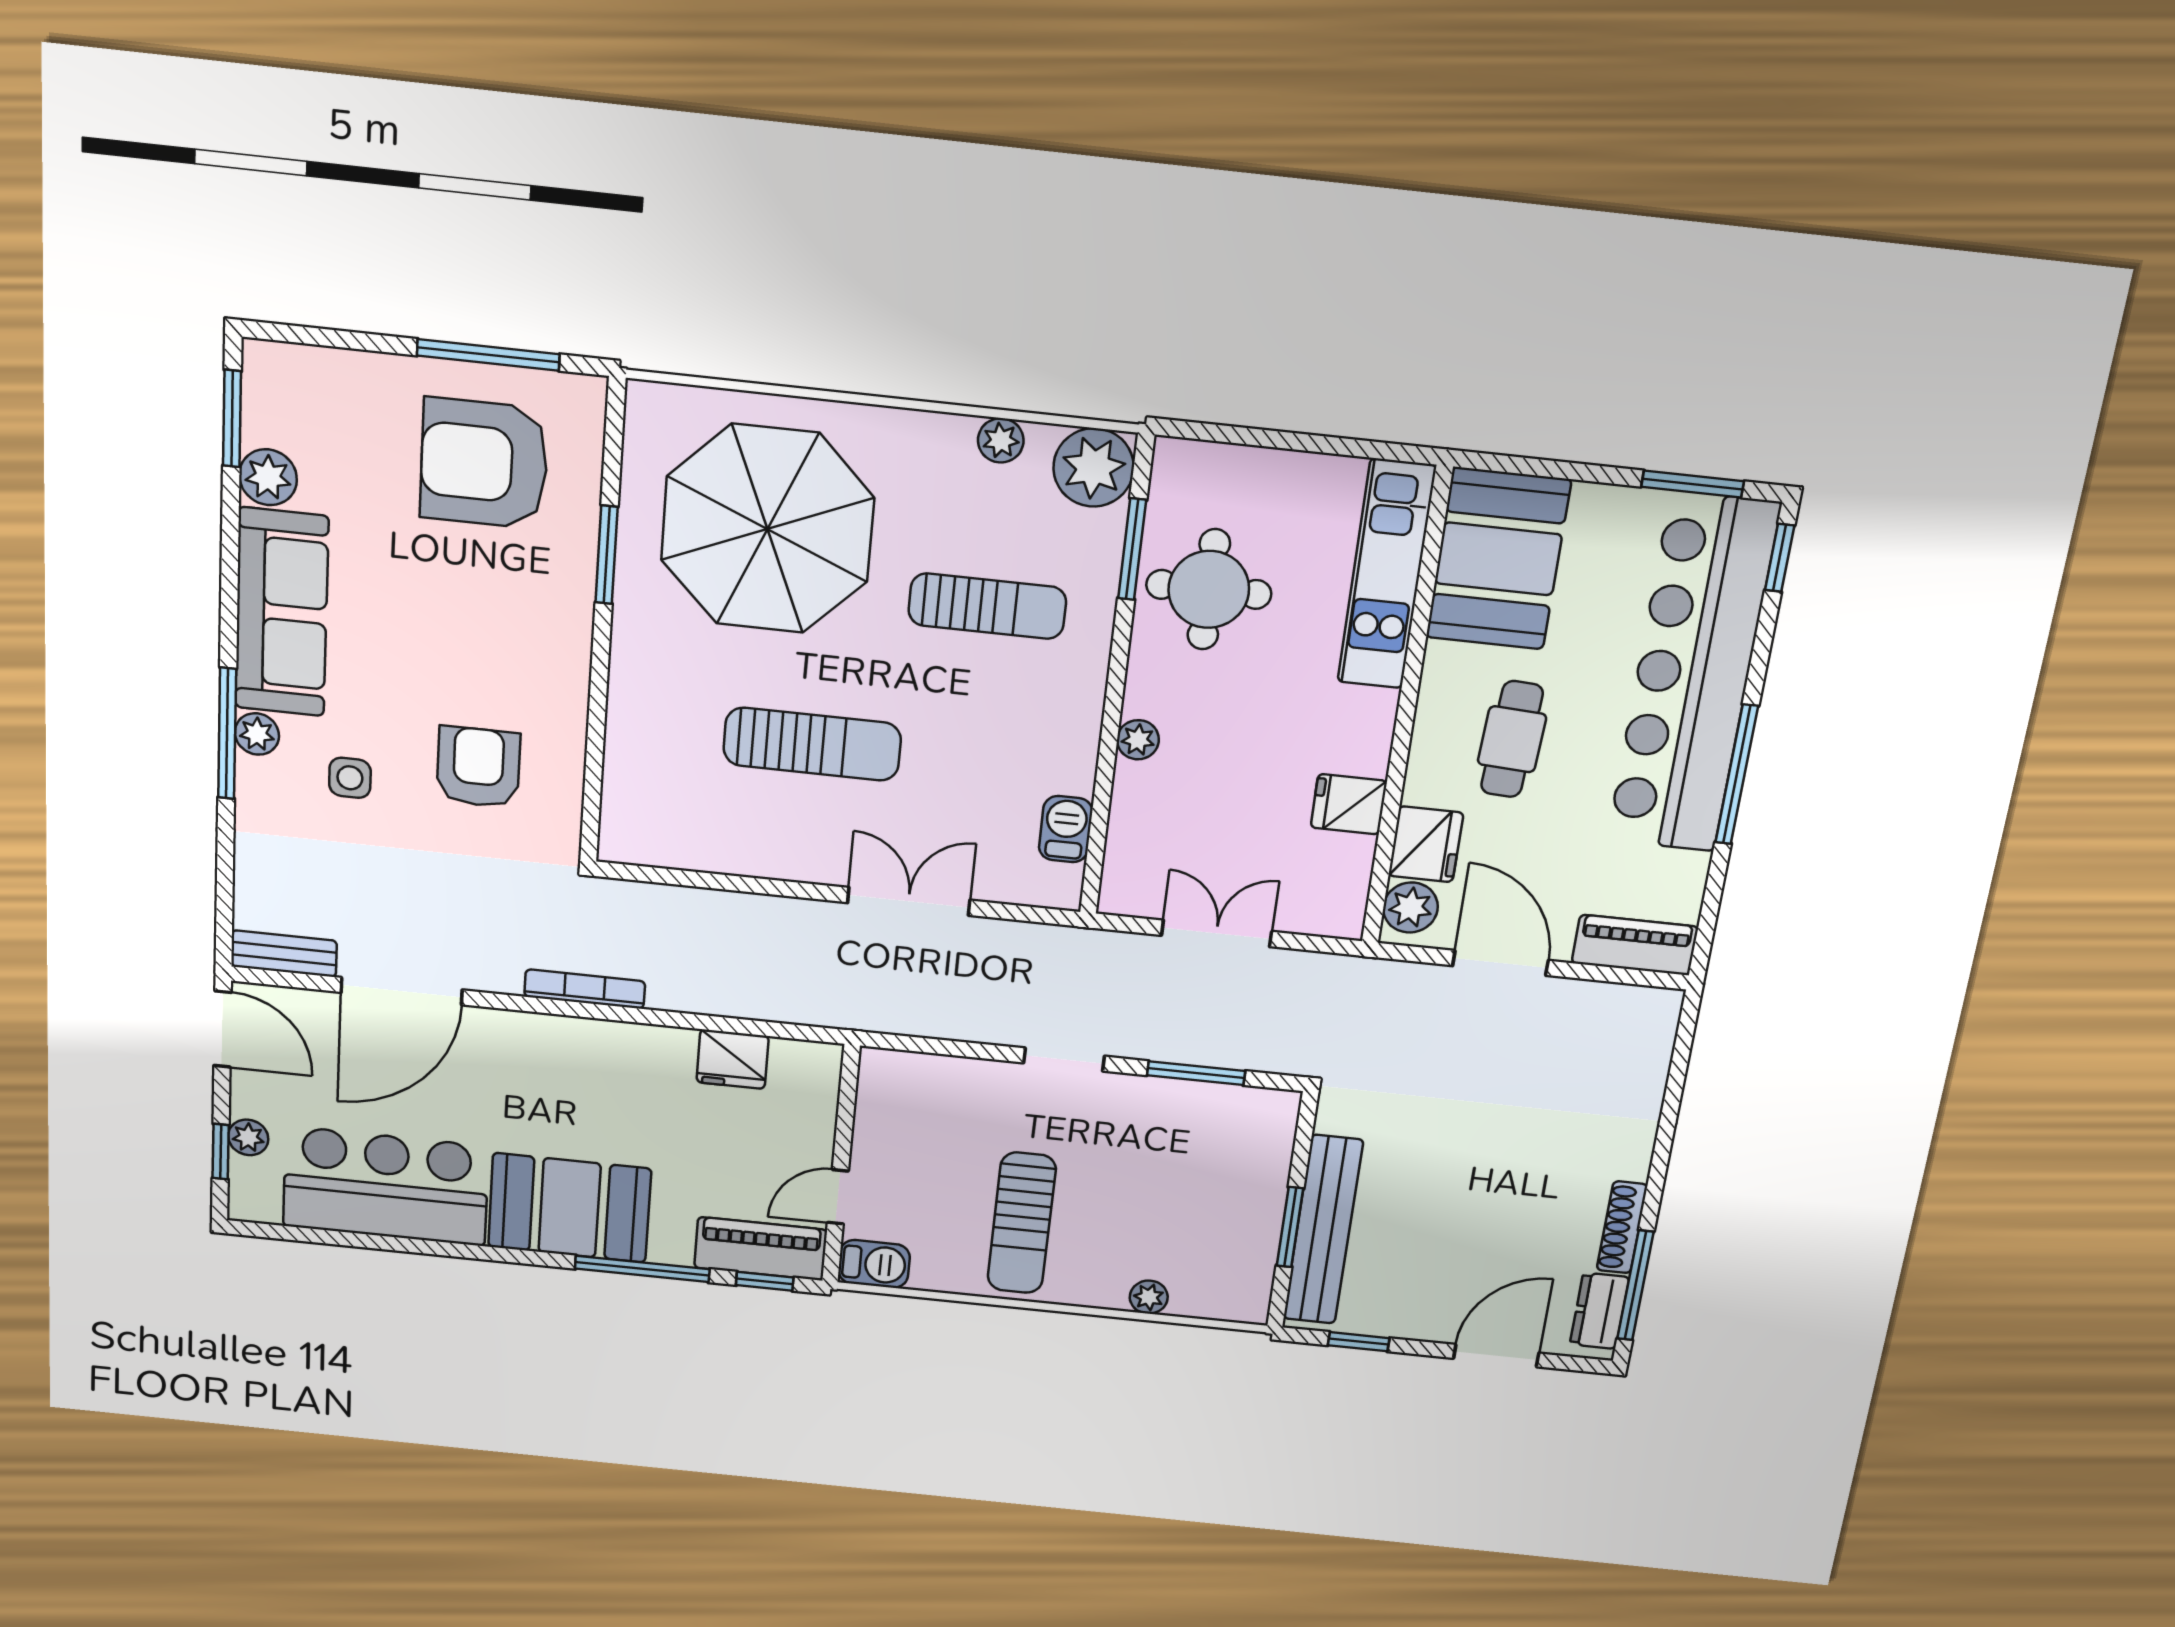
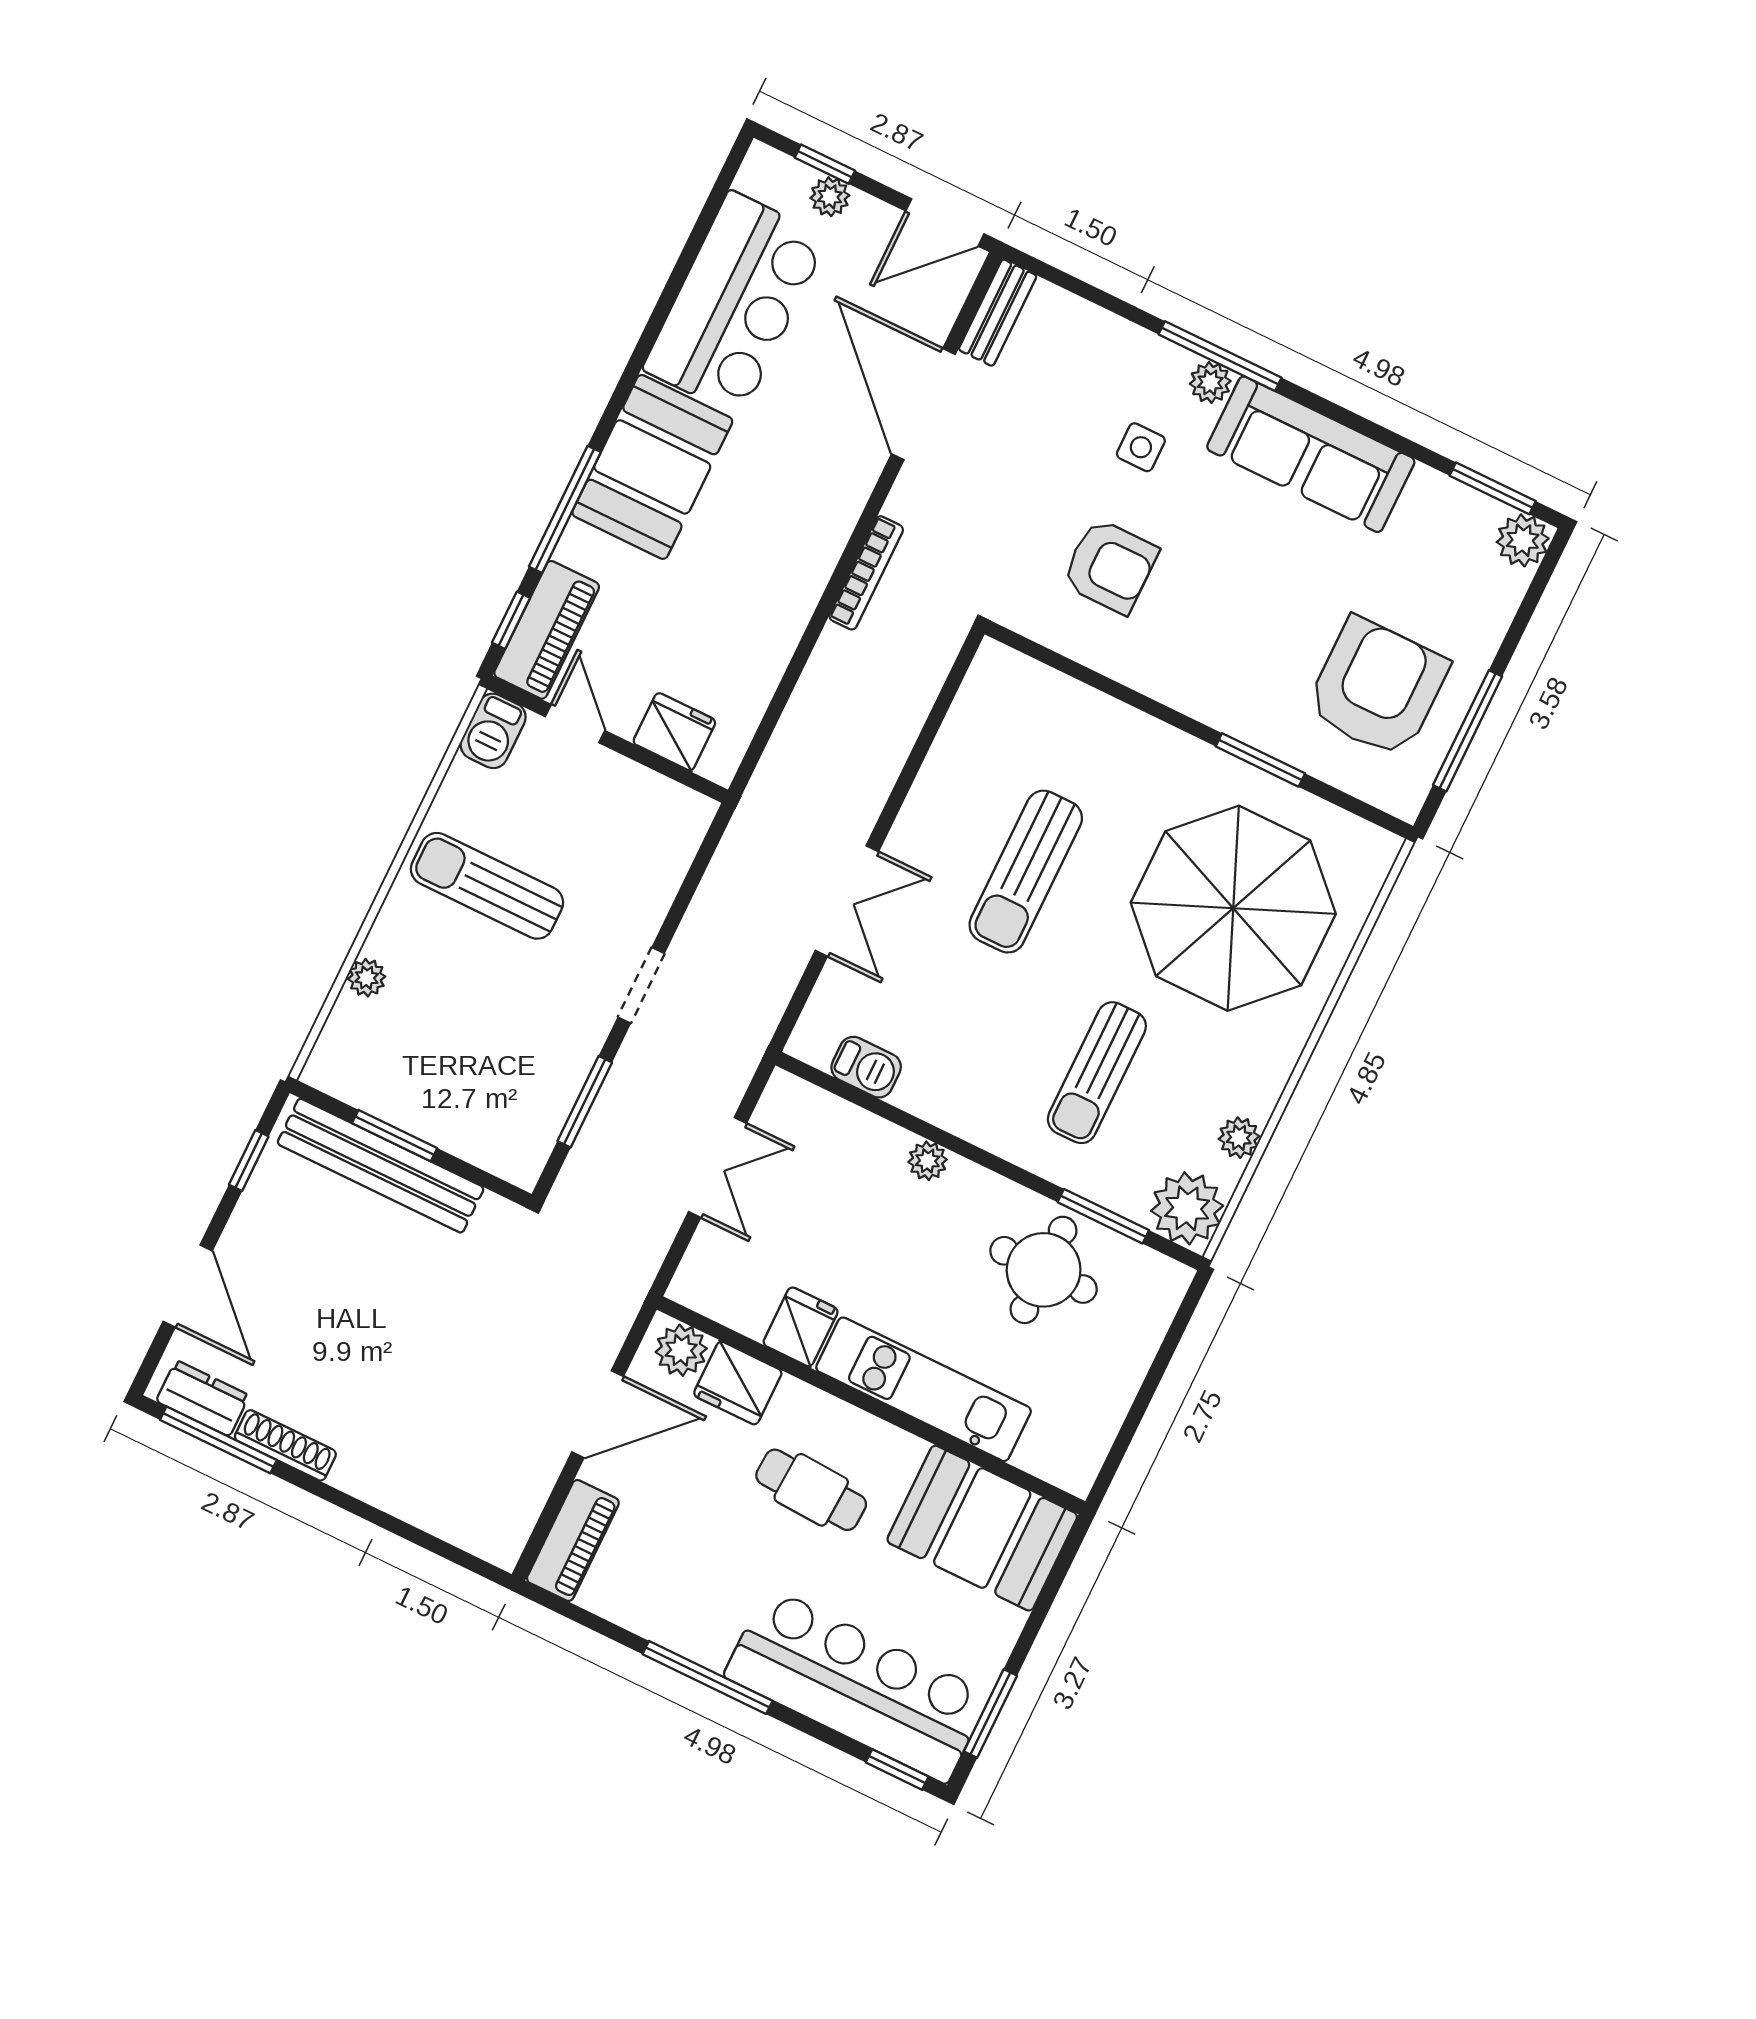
plant: (268, 477) -> (1523, 540), moved
kitchen unit: (1386, 574) -> (924, 1389), moved
bar counter: (1693, 674) -> (857, 1685), width x0.73
fridge: (733, 1059) -> (674, 732), moved, turned 90

